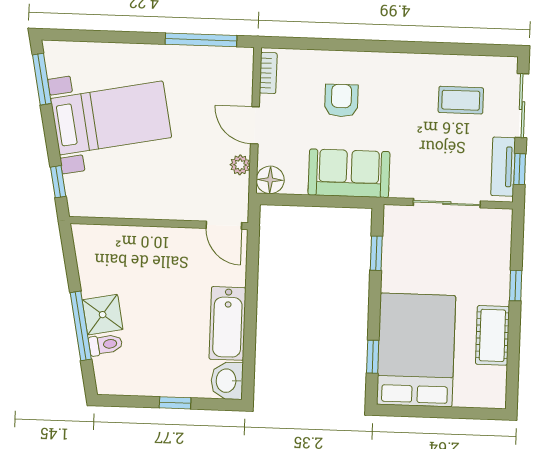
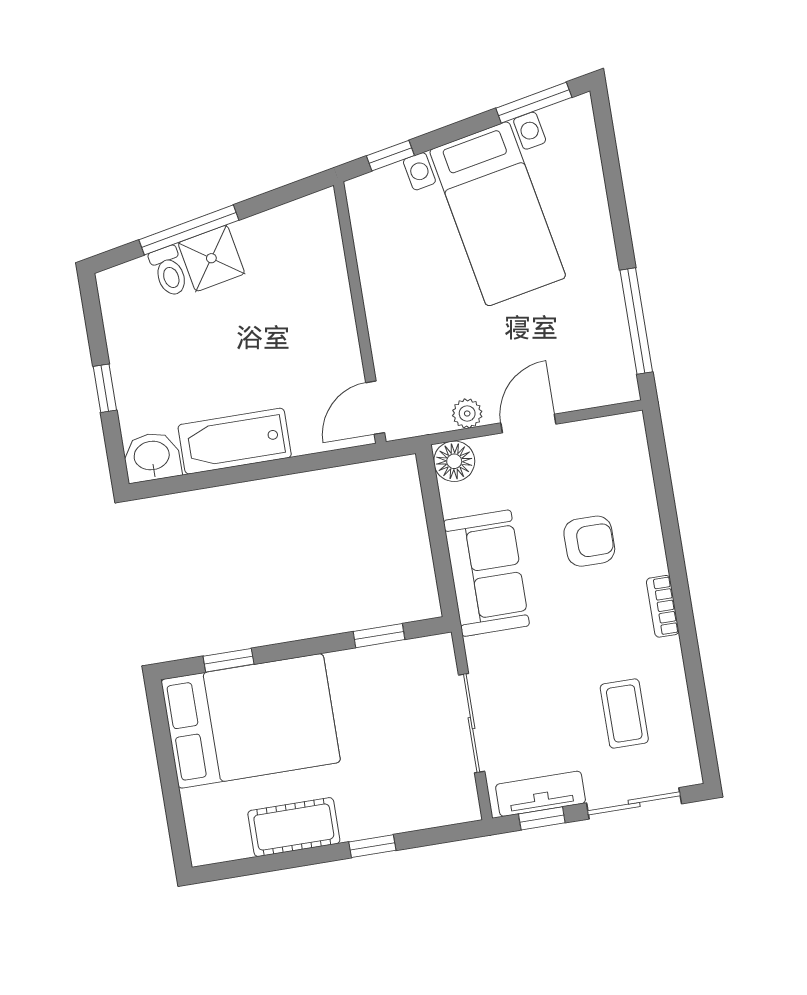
bookcase: (268, 73) -> (663, 606), moved, turned 90

